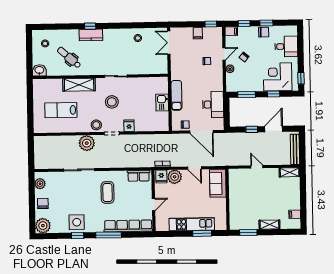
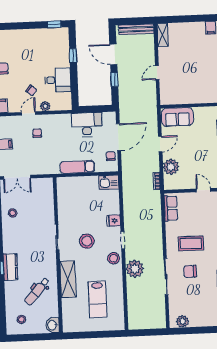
desk: (286, 46) -> (58, 80), moved, turned 90
door: (224, 54) -> (28, 113), hinge flipped
corner desk: (278, 77) -> (53, 51), removed
window: (247, 94) -> (74, 86), removed
kitchen sink: (162, 102) -> (109, 182), moved
fridge: (161, 176) -> (171, 182), removed
chair: (43, 203) -> (190, 271), moved

